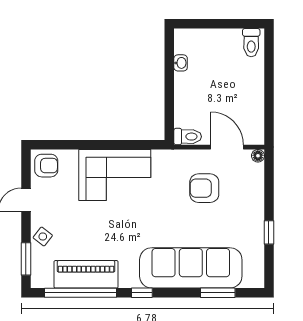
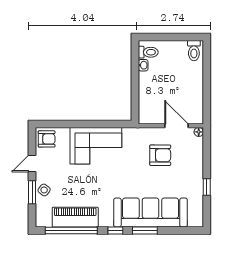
toilet: (188, 137) -> (148, 52), moved
armchair: (204, 188) -> (160, 155), turned 180
window: (26, 259) -> (32, 192), moved
window: (218, 293) -> (145, 230), moved

